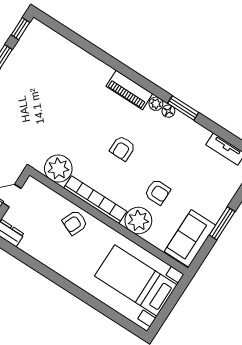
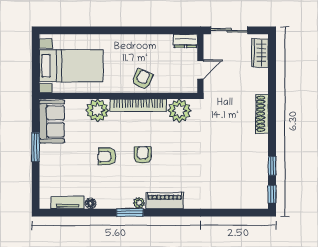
window: (183, 108) -> (130, 213), moved
floor lamp: (168, 111) -> (91, 203), moved
armchair: (157, 192) -> (107, 156), moved

